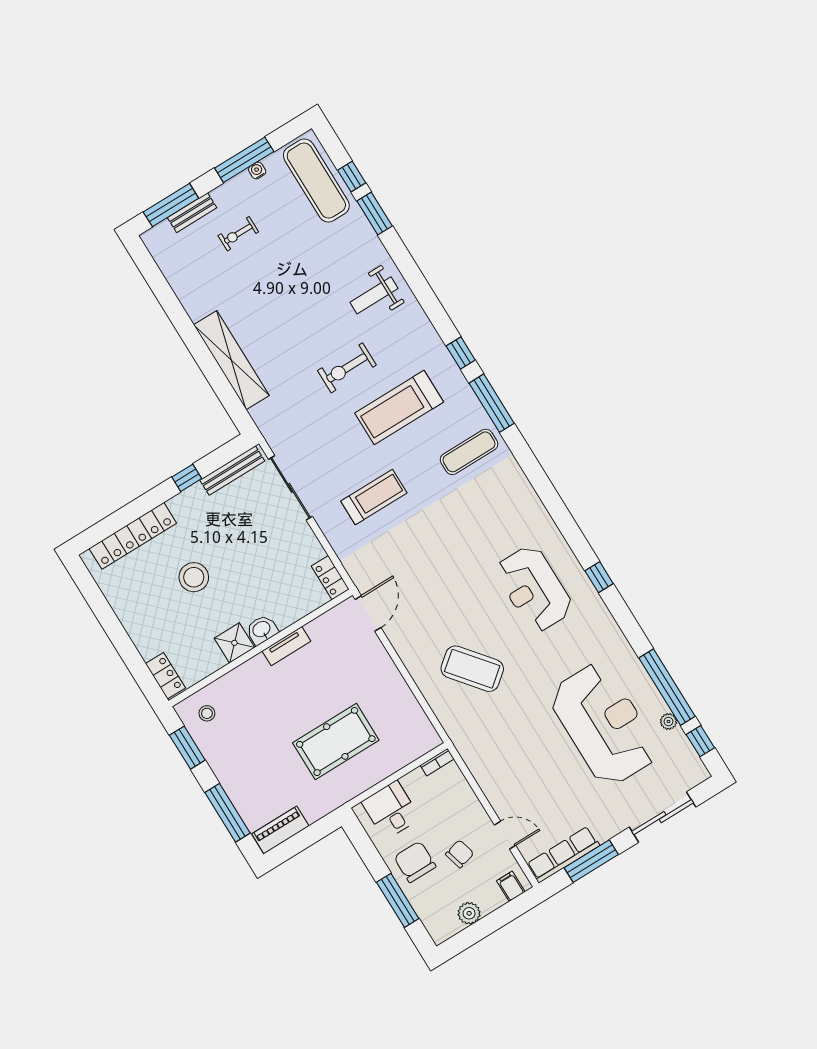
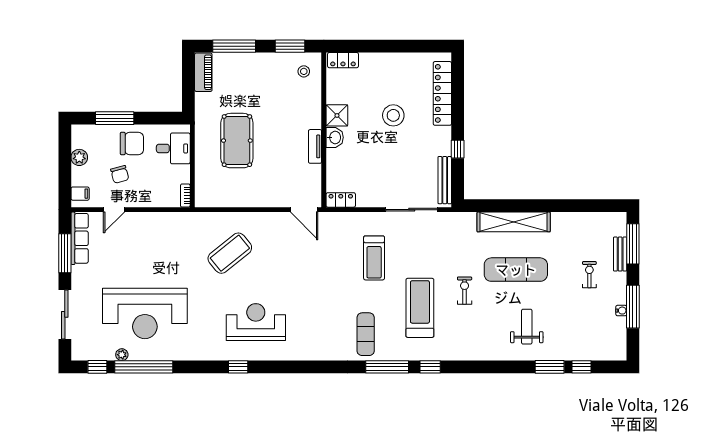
exercise mat: (316, 180) -> (516, 270), moved
weight bench: (374, 295) -> (527, 327), moved
exercise bike: (347, 368) -> (465, 291), width x0.73, depth x0.72

